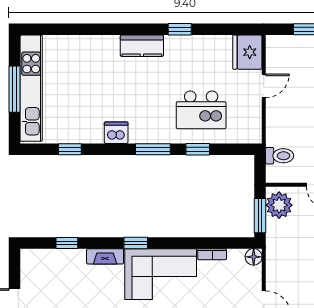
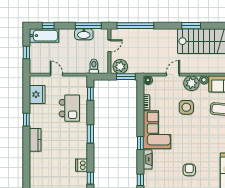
fridge: (247, 52) -> (37, 94), moved, turned -90
dishwasher: (116, 133) -> (82, 165), moved
window: (198, 149) -> (90, 94), moved

